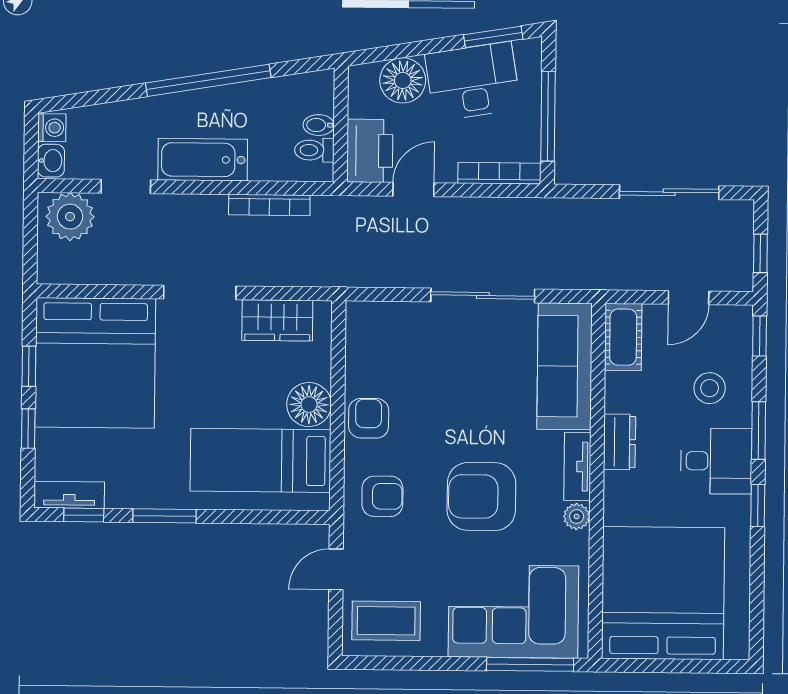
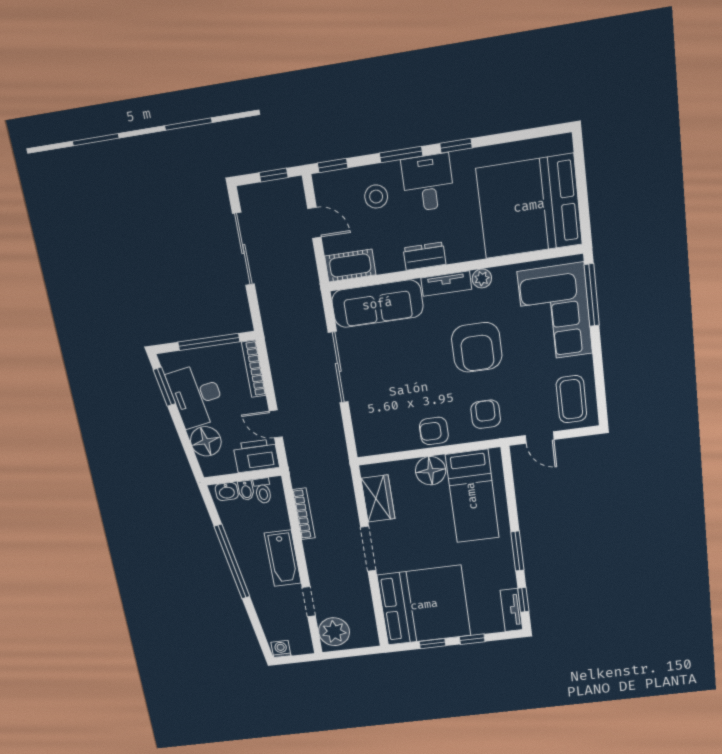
washbasin: (51, 161) -> (227, 492), moved, turned 180

